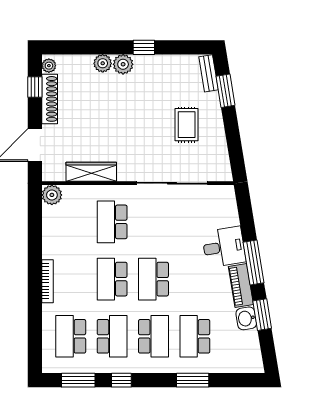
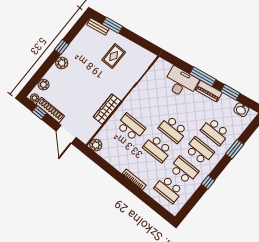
plant: (103, 63) -> (43, 85), moved
rug: (187, 125) -> (114, 56), turned 90
wardrobe: (91, 172) -> (107, 109), moved
school desk: (112, 222) -> (131, 127), turned 180
desk: (224, 247) -> (181, 83), width x1.37
washbasin: (246, 318) -> (241, 110), moved
window: (78, 380) -> (192, 202), removed

